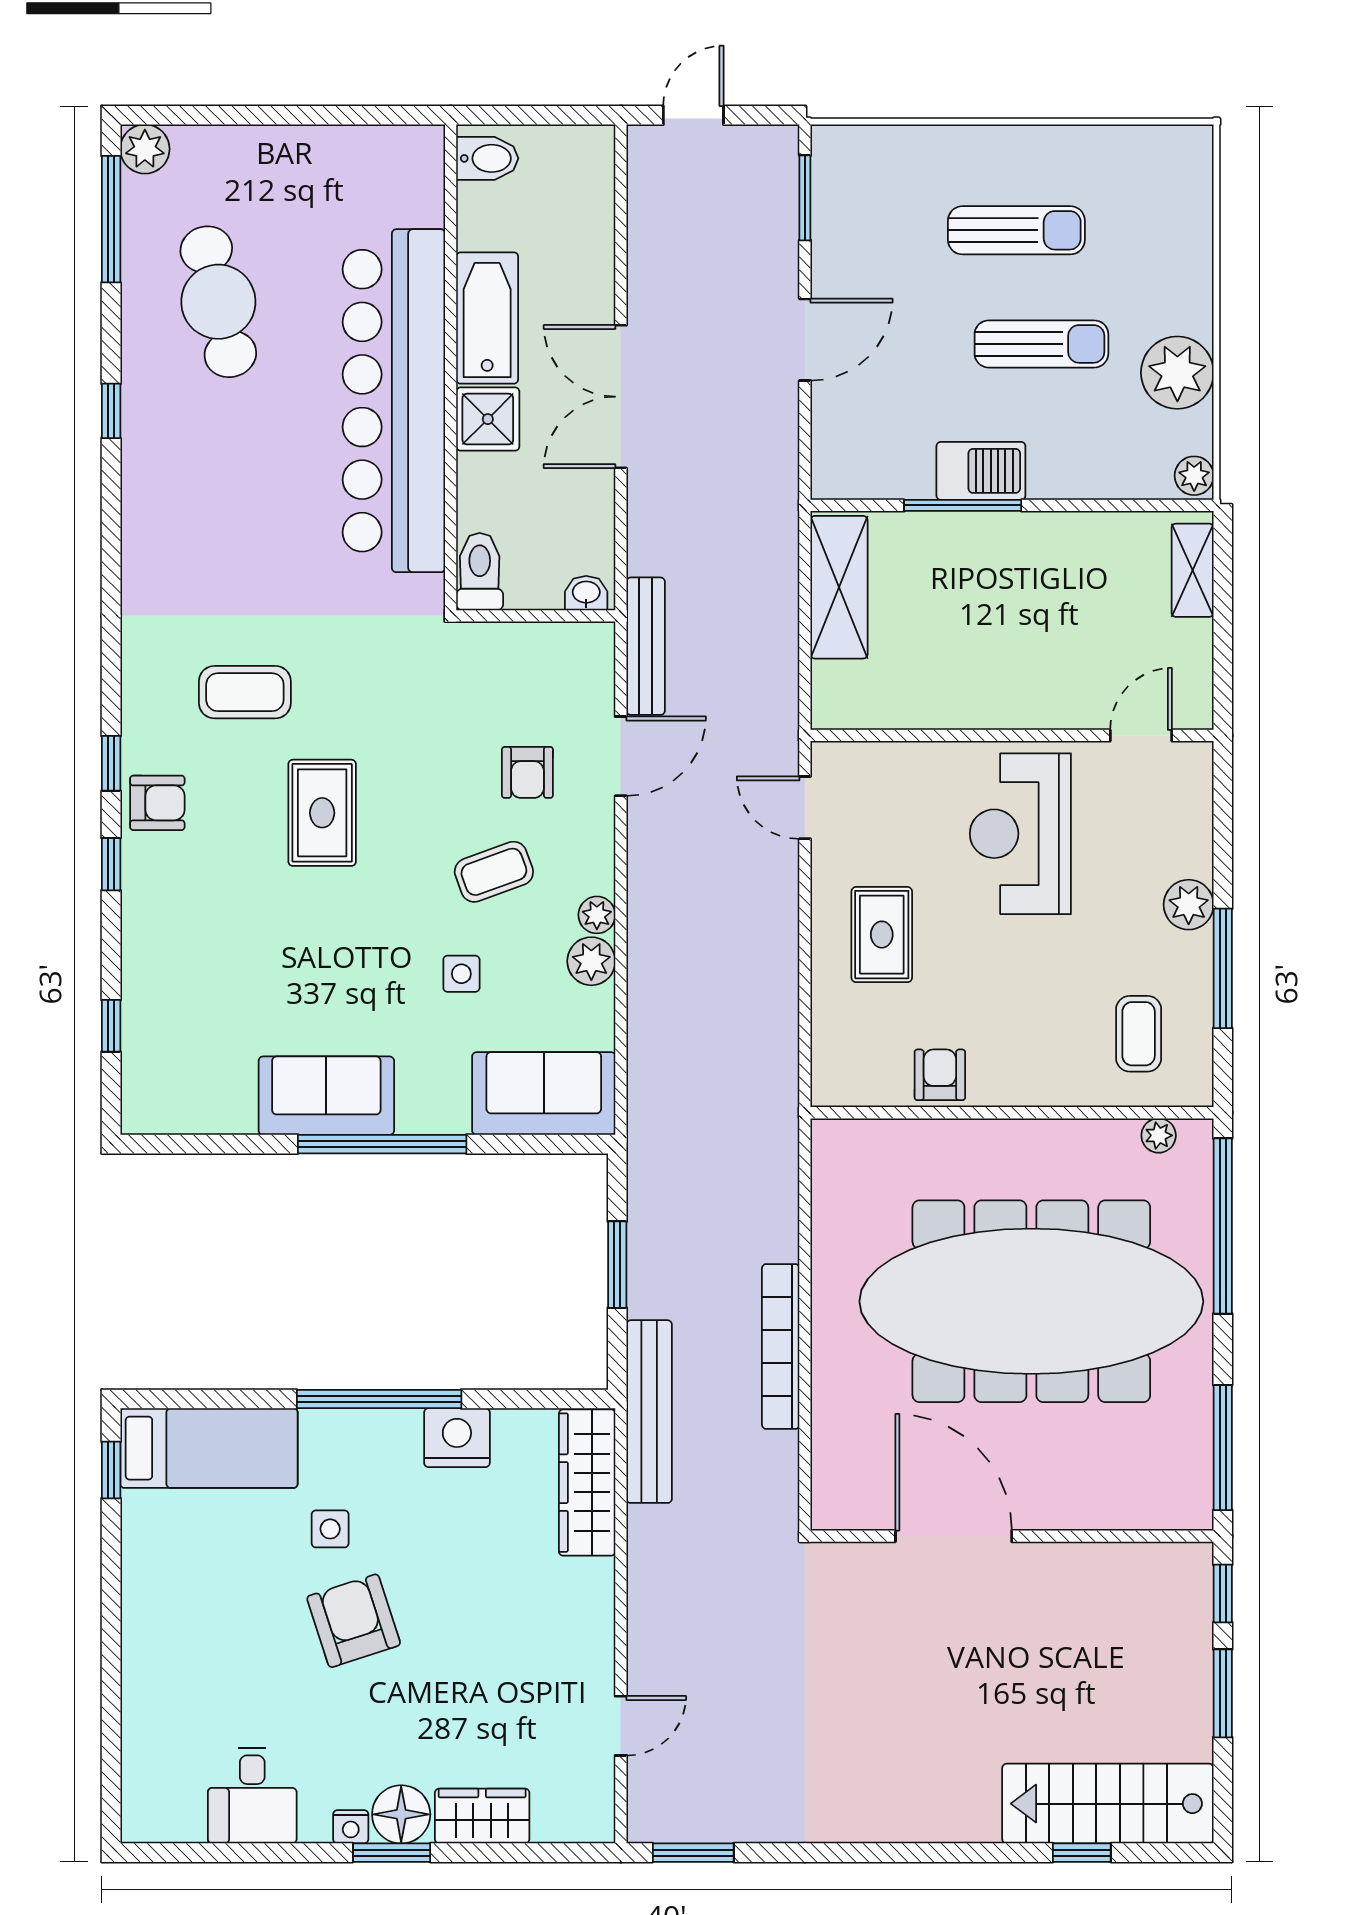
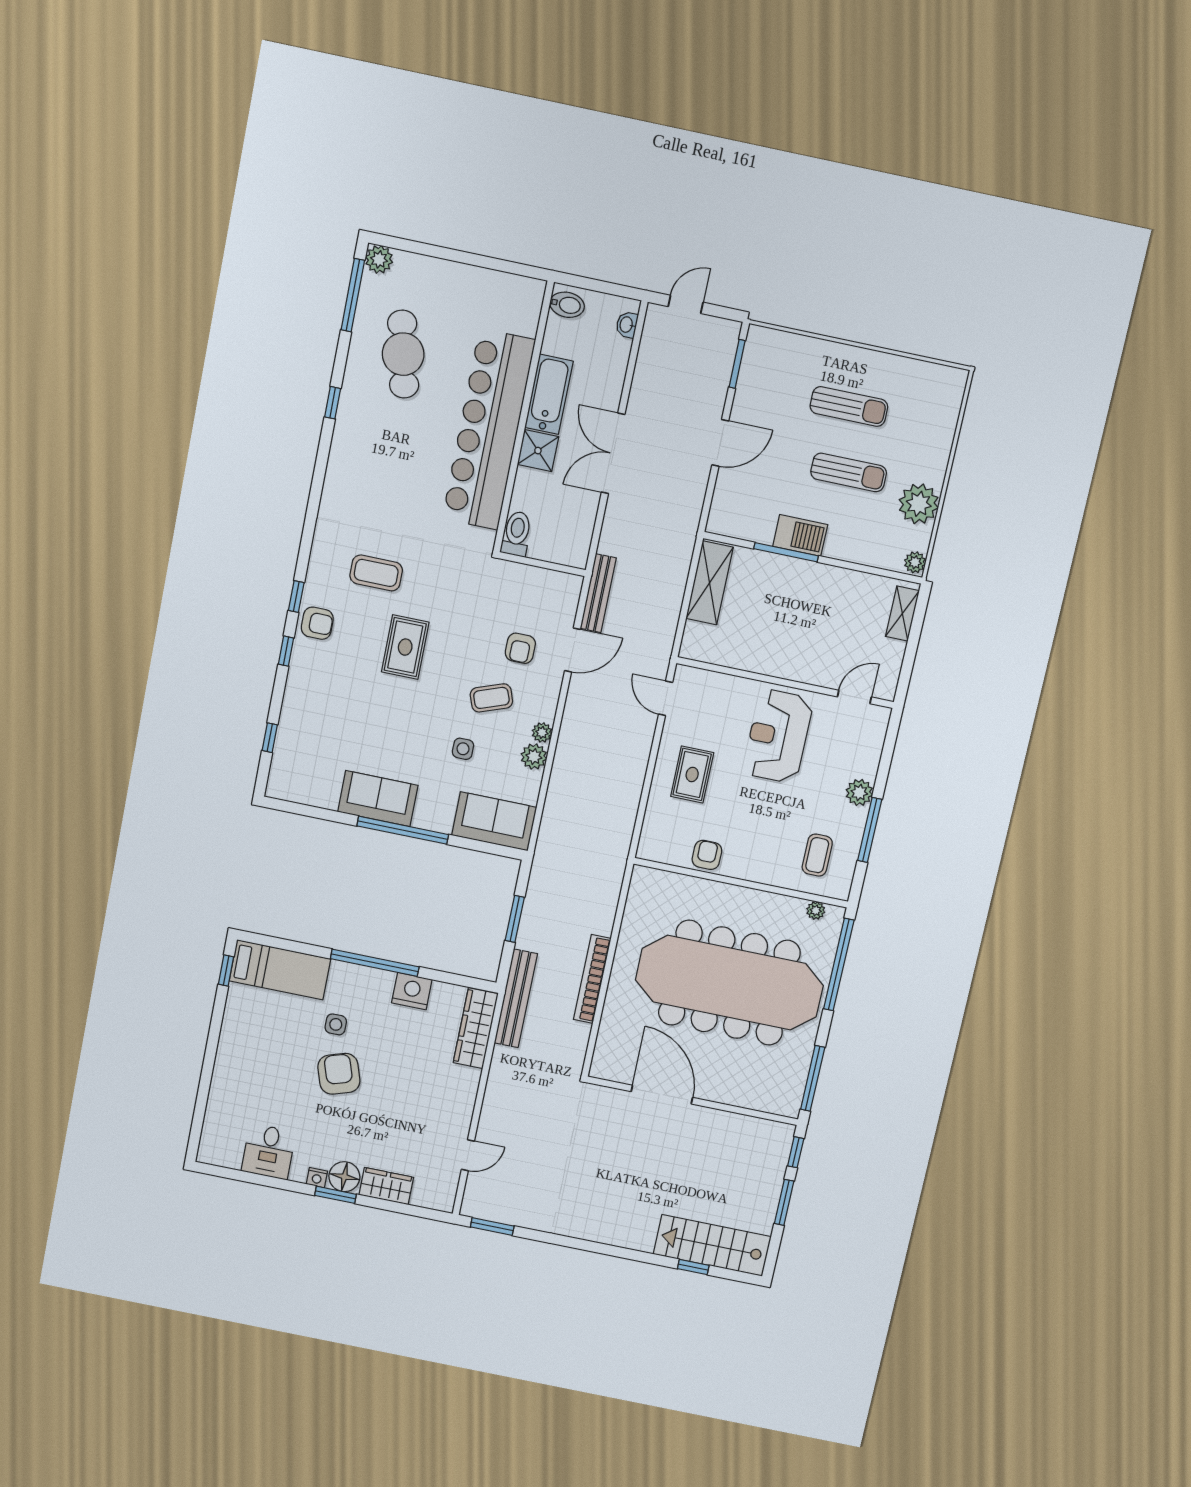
washbasin: (586, 593) -> (627, 325), moved, turned -90

